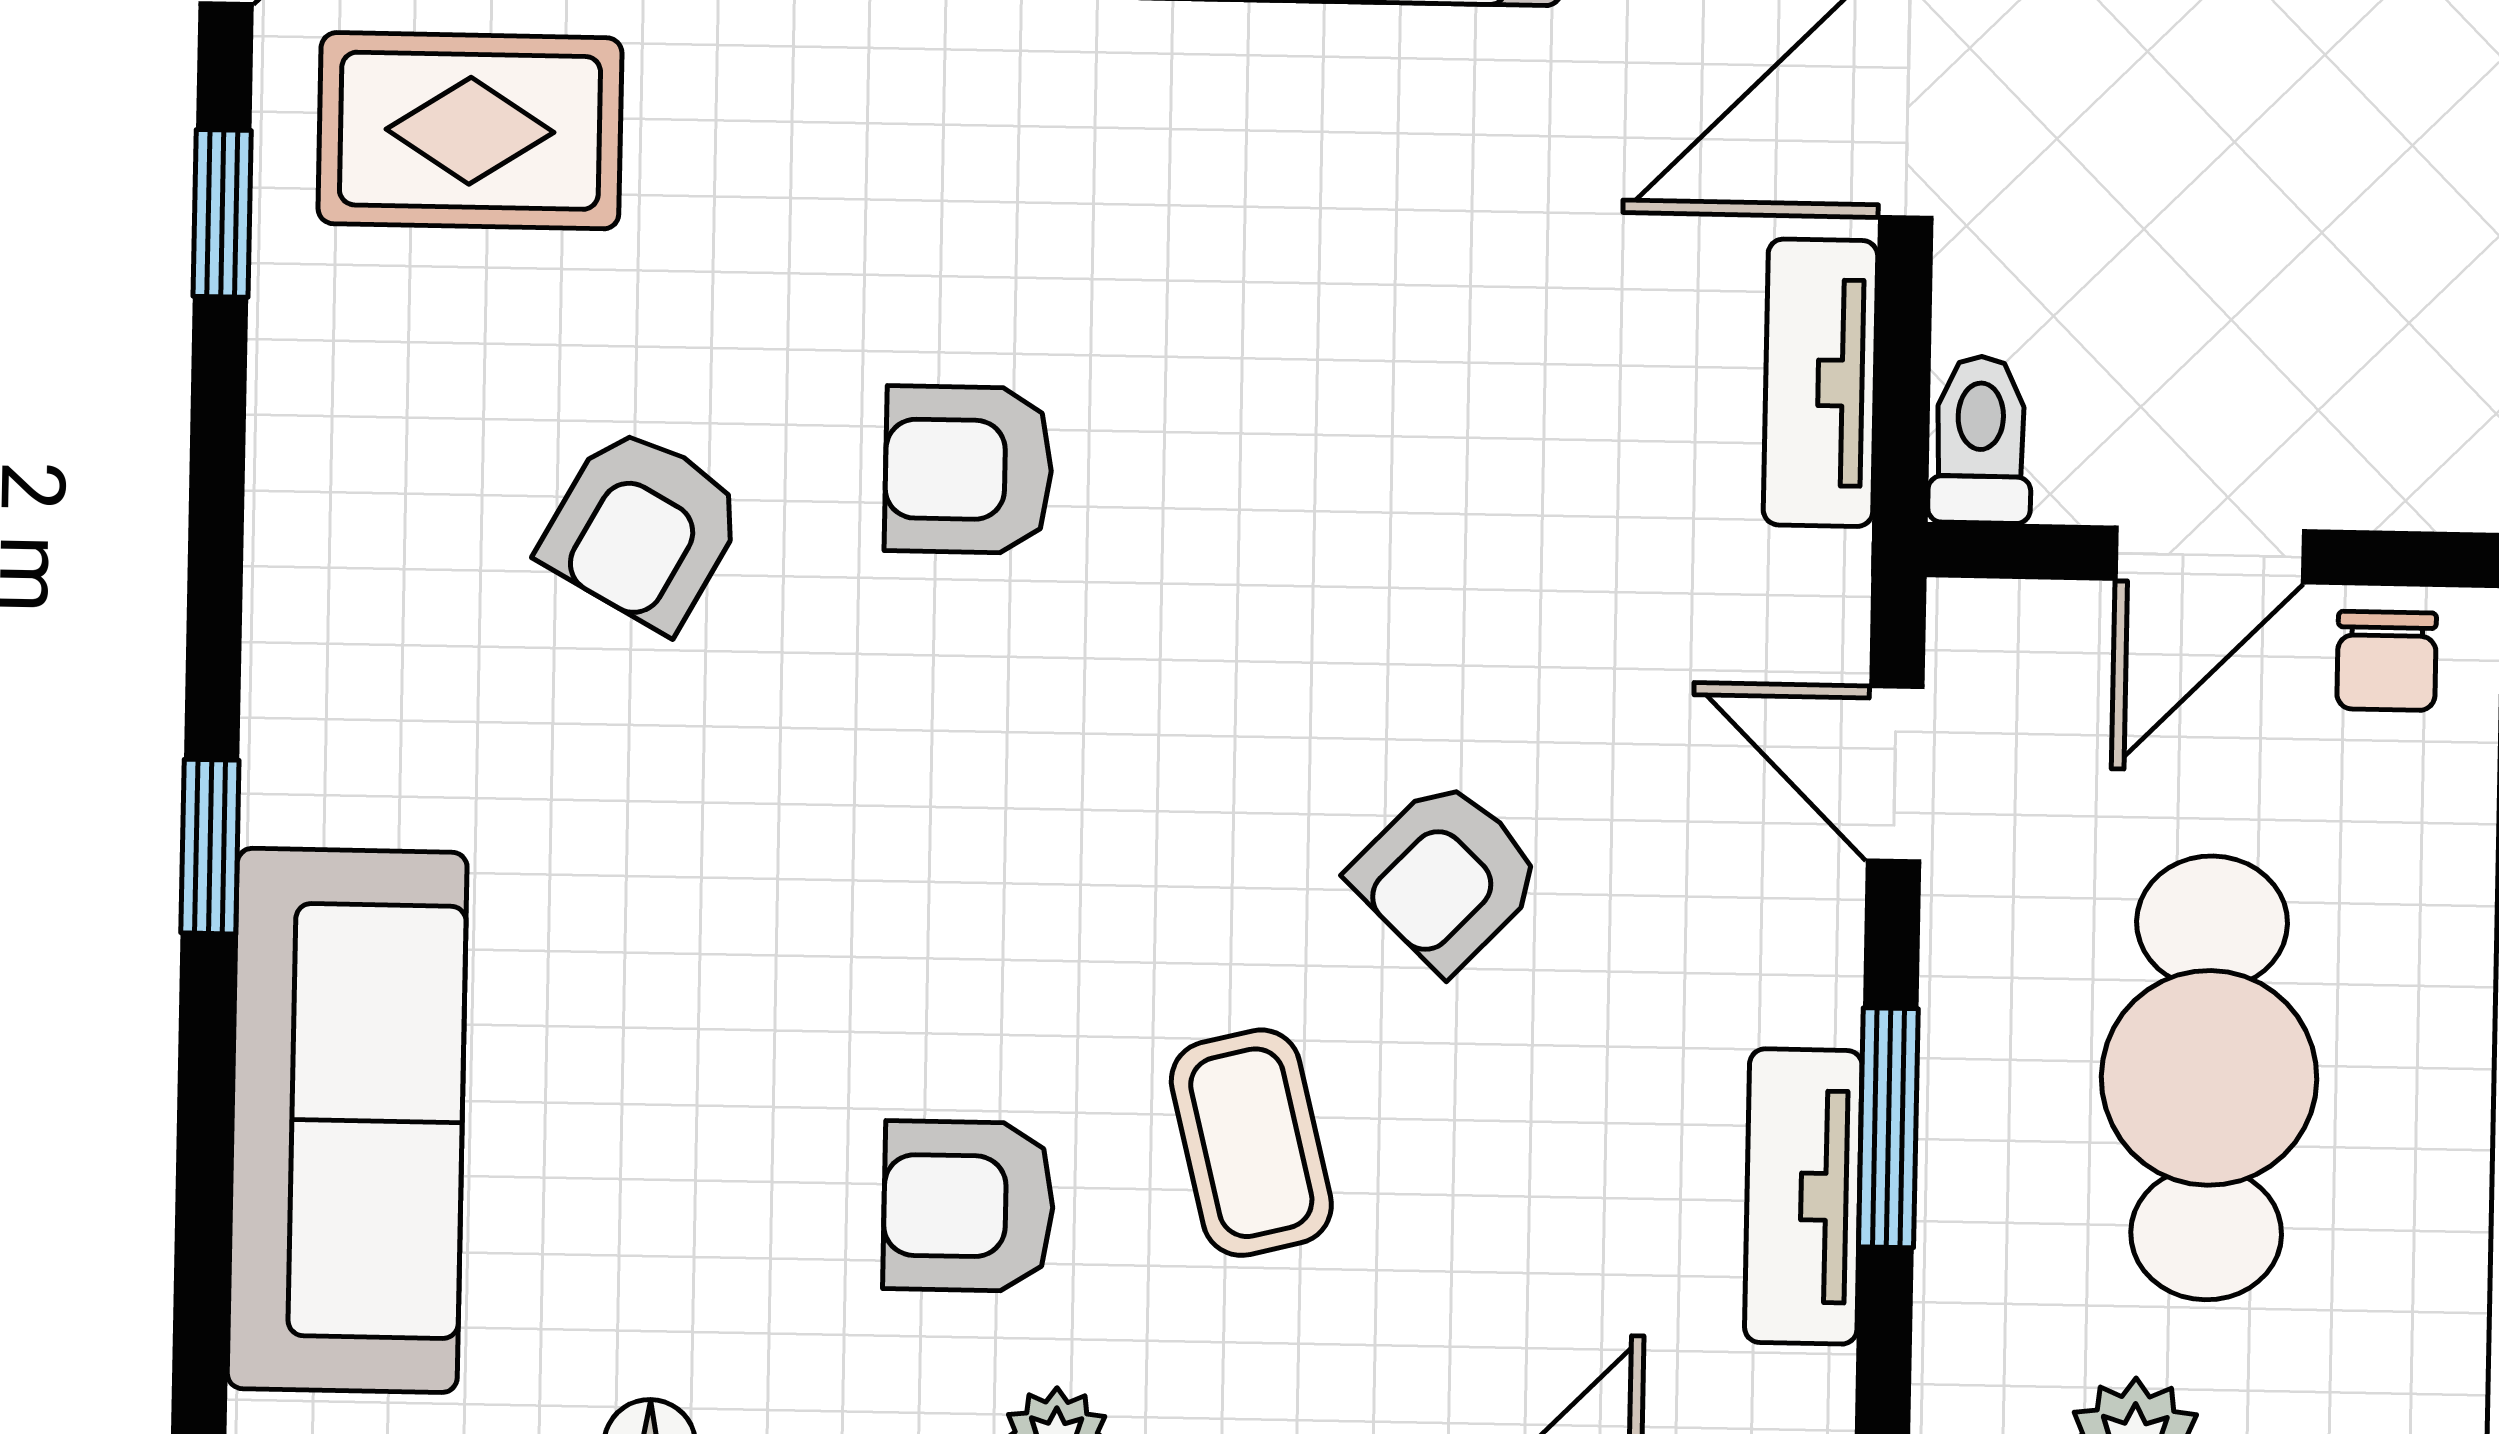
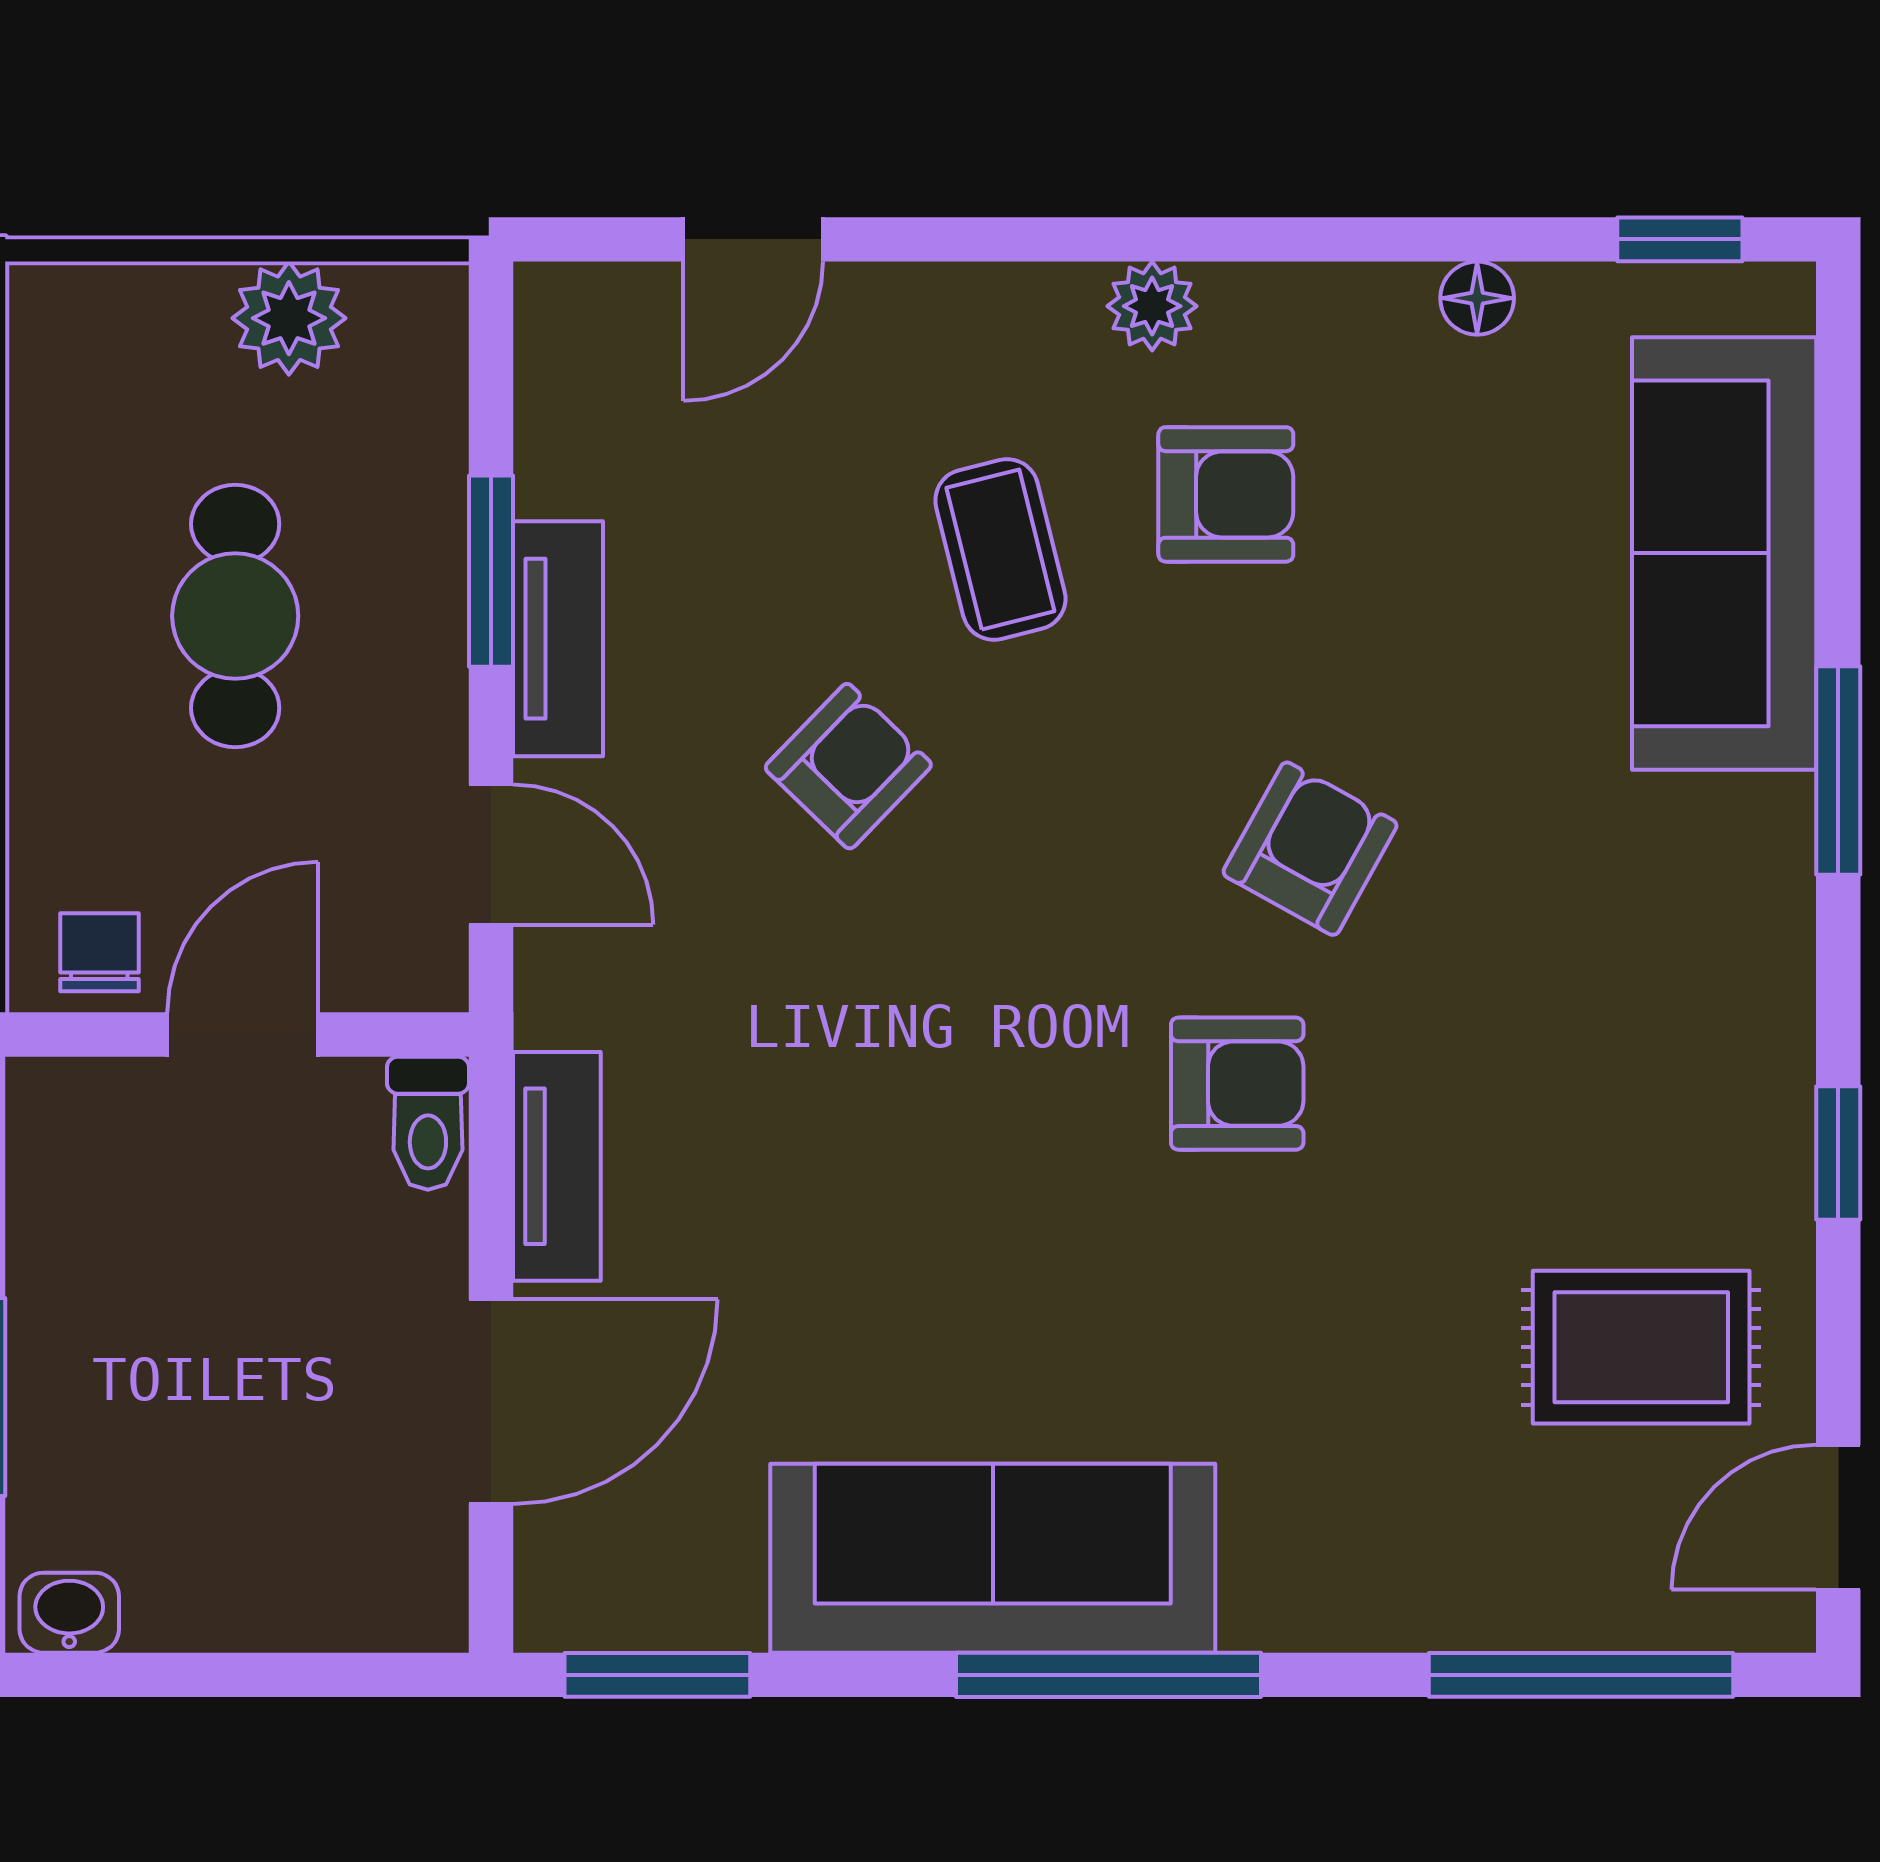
window: (222, 213) -> (1838, 1153), moved
armchair: (643, 528) -> (1310, 849), moved
window: (210, 847) -> (1838, 770), width x1.50
cafe table: (2209, 1078) -> (235, 616), width x0.73, depth x0.74
tv unit: (1803, 1196) -> (558, 639), moved

